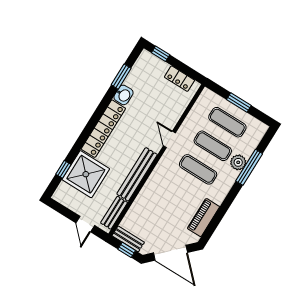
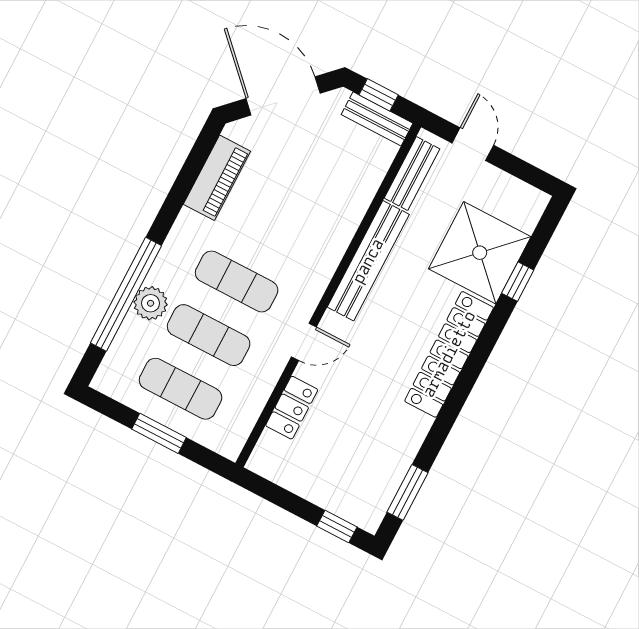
window: (121, 77) -> (408, 492), moved
locker: (179, 79) -> (292, 408), moved, turned 90
washbasin: (123, 95) -> (411, 431), removed
door: (169, 139) -> (304, 342), hinge flipped
window: (249, 167) -> (126, 294), width x1.46
window: (63, 169) -> (518, 282), moved

